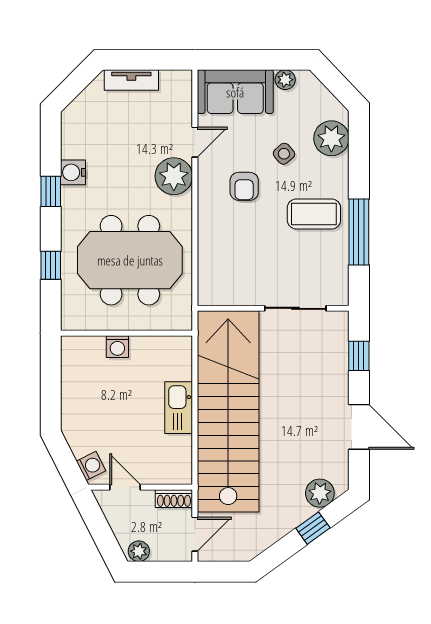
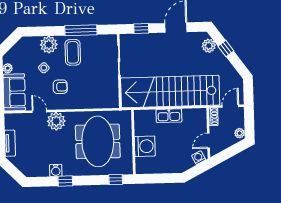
plant: (331, 138) -> (49, 45), moved
window: (51, 265) -> (116, 180), moved
washing machine: (117, 347) -> (145, 146), width x1.89, depth x1.89
door: (195, 534) -> (230, 106), hinge flipped

